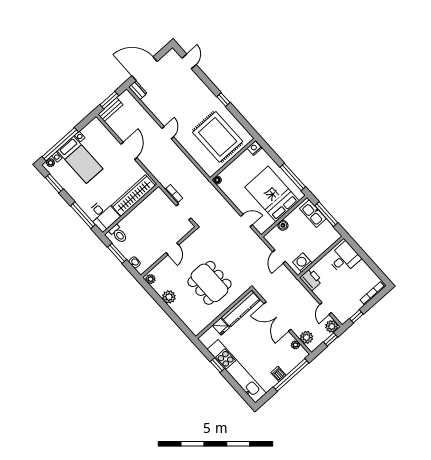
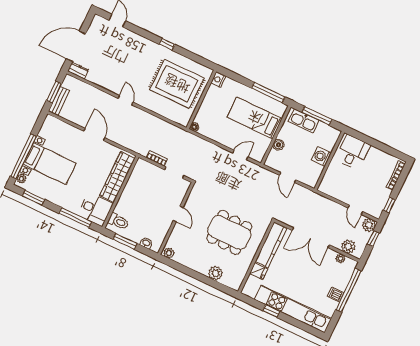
bed: (272, 194) -> (255, 118), width x0.67
washing machine: (302, 263) -> (321, 156), moved
printer: (311, 279) -> (329, 187), removed
plant: (169, 297) -> (216, 273), moved

